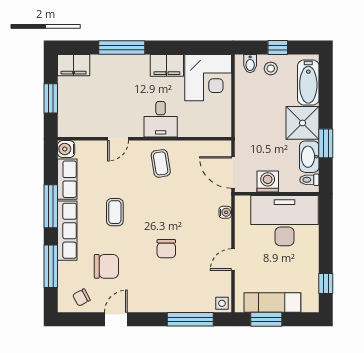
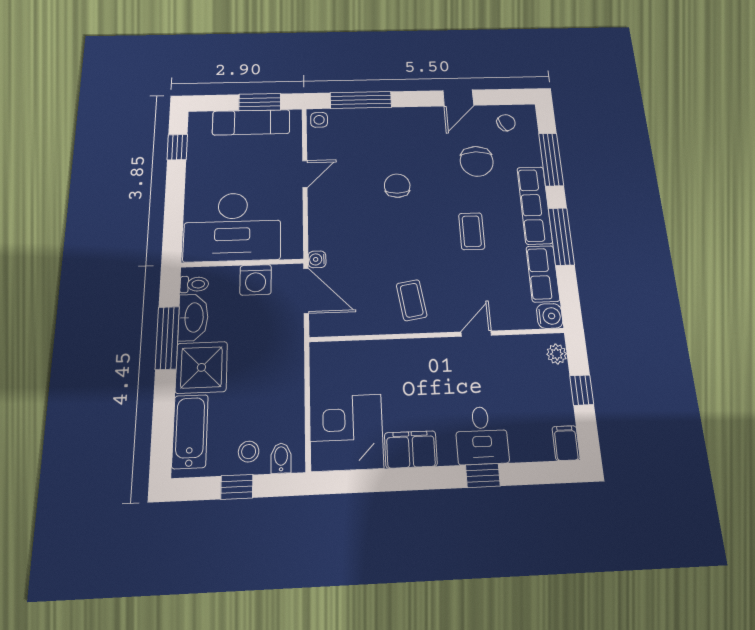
window: (122, 48) -> (483, 476), width x0.46
filing cabinet: (74, 65) -> (566, 443), width x0.50
window: (51, 98) -> (582, 390), width x0.67
desk: (161, 119) -> (482, 435), moved, turned 180
plant: (65, 123) -> (557, 354), added
window: (326, 143) -> (167, 338), width x1.44
water cooler: (225, 212) -> (317, 259), moved
chair: (106, 266) -> (477, 161), turned -90

